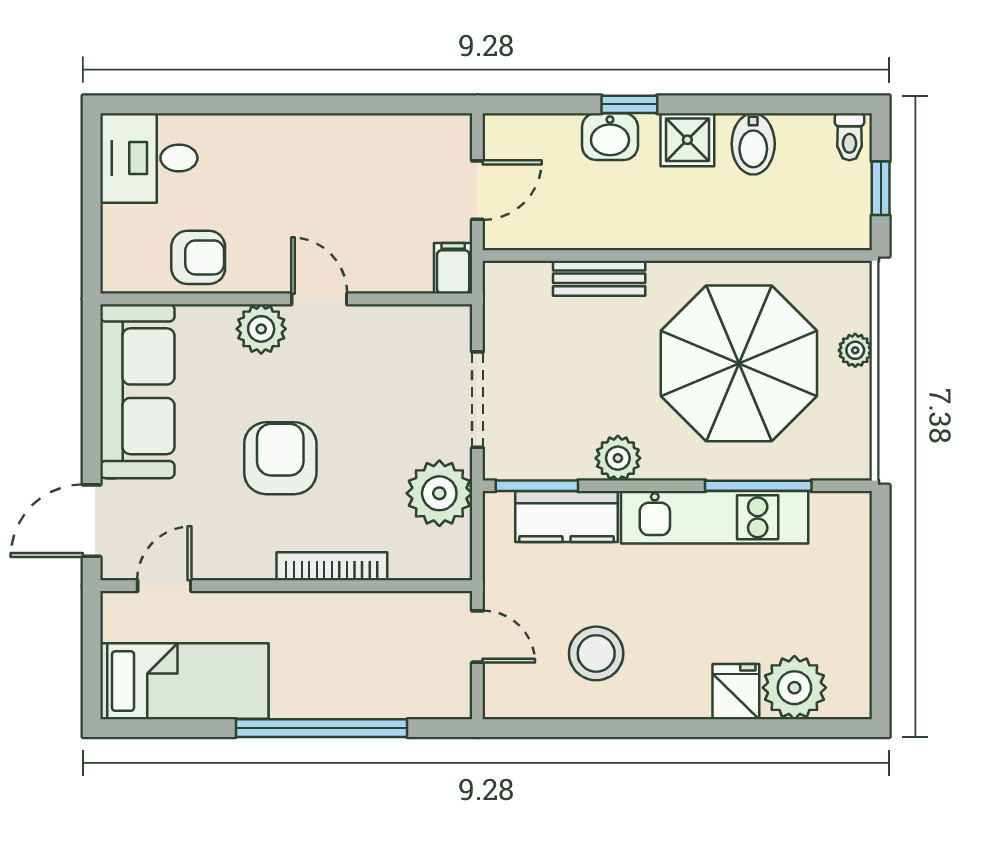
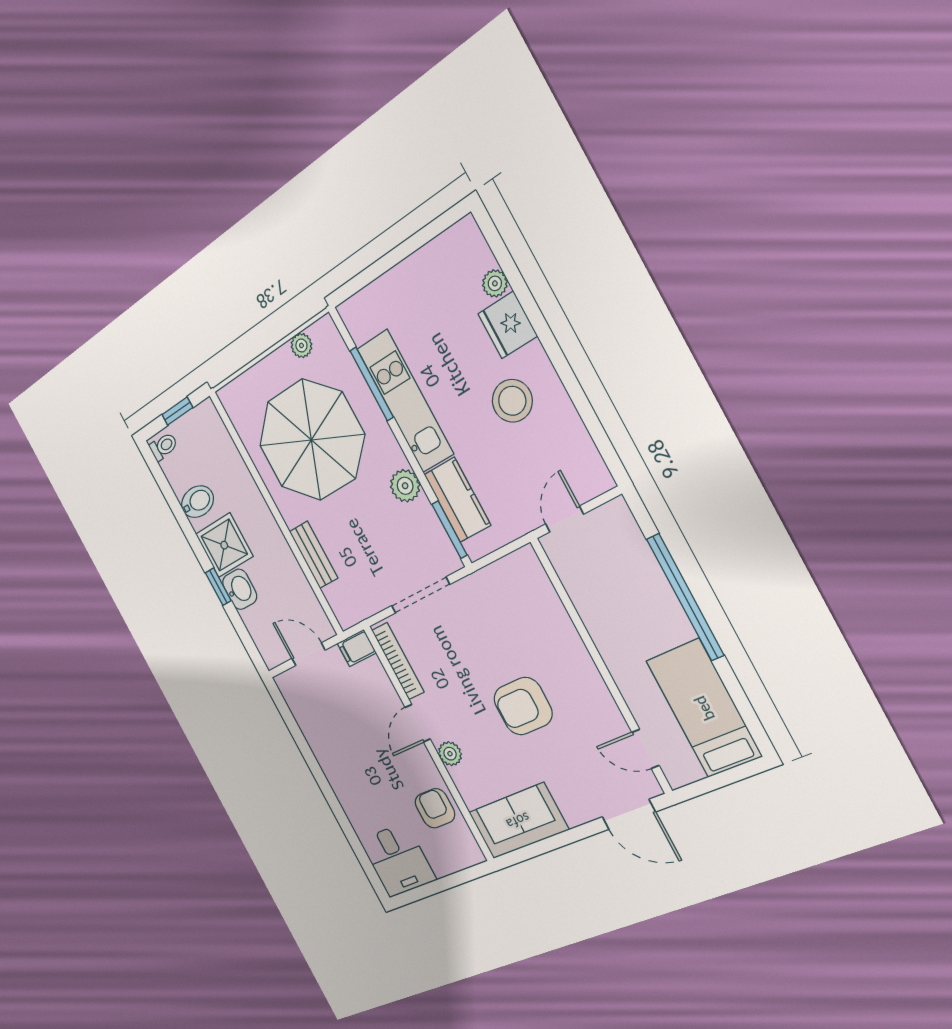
shower: (687, 140) -> (224, 545), width x1.36, depth x1.36
plant: (261, 329) -> (450, 754), width x0.73, depth x0.73
plant: (855, 350) -> (301, 345), moved
sofa: (137, 391) -> (518, 821), width x0.73
plant: (439, 493) -> (488, 592), removed
bookcase: (332, 566) -> (398, 661), moved, turned 180
stool: (596, 653) -> (512, 401), moved
plant: (794, 688) -> (495, 283), width x0.53, depth x0.53
fridge: (736, 692) -> (508, 325), width x1.38

